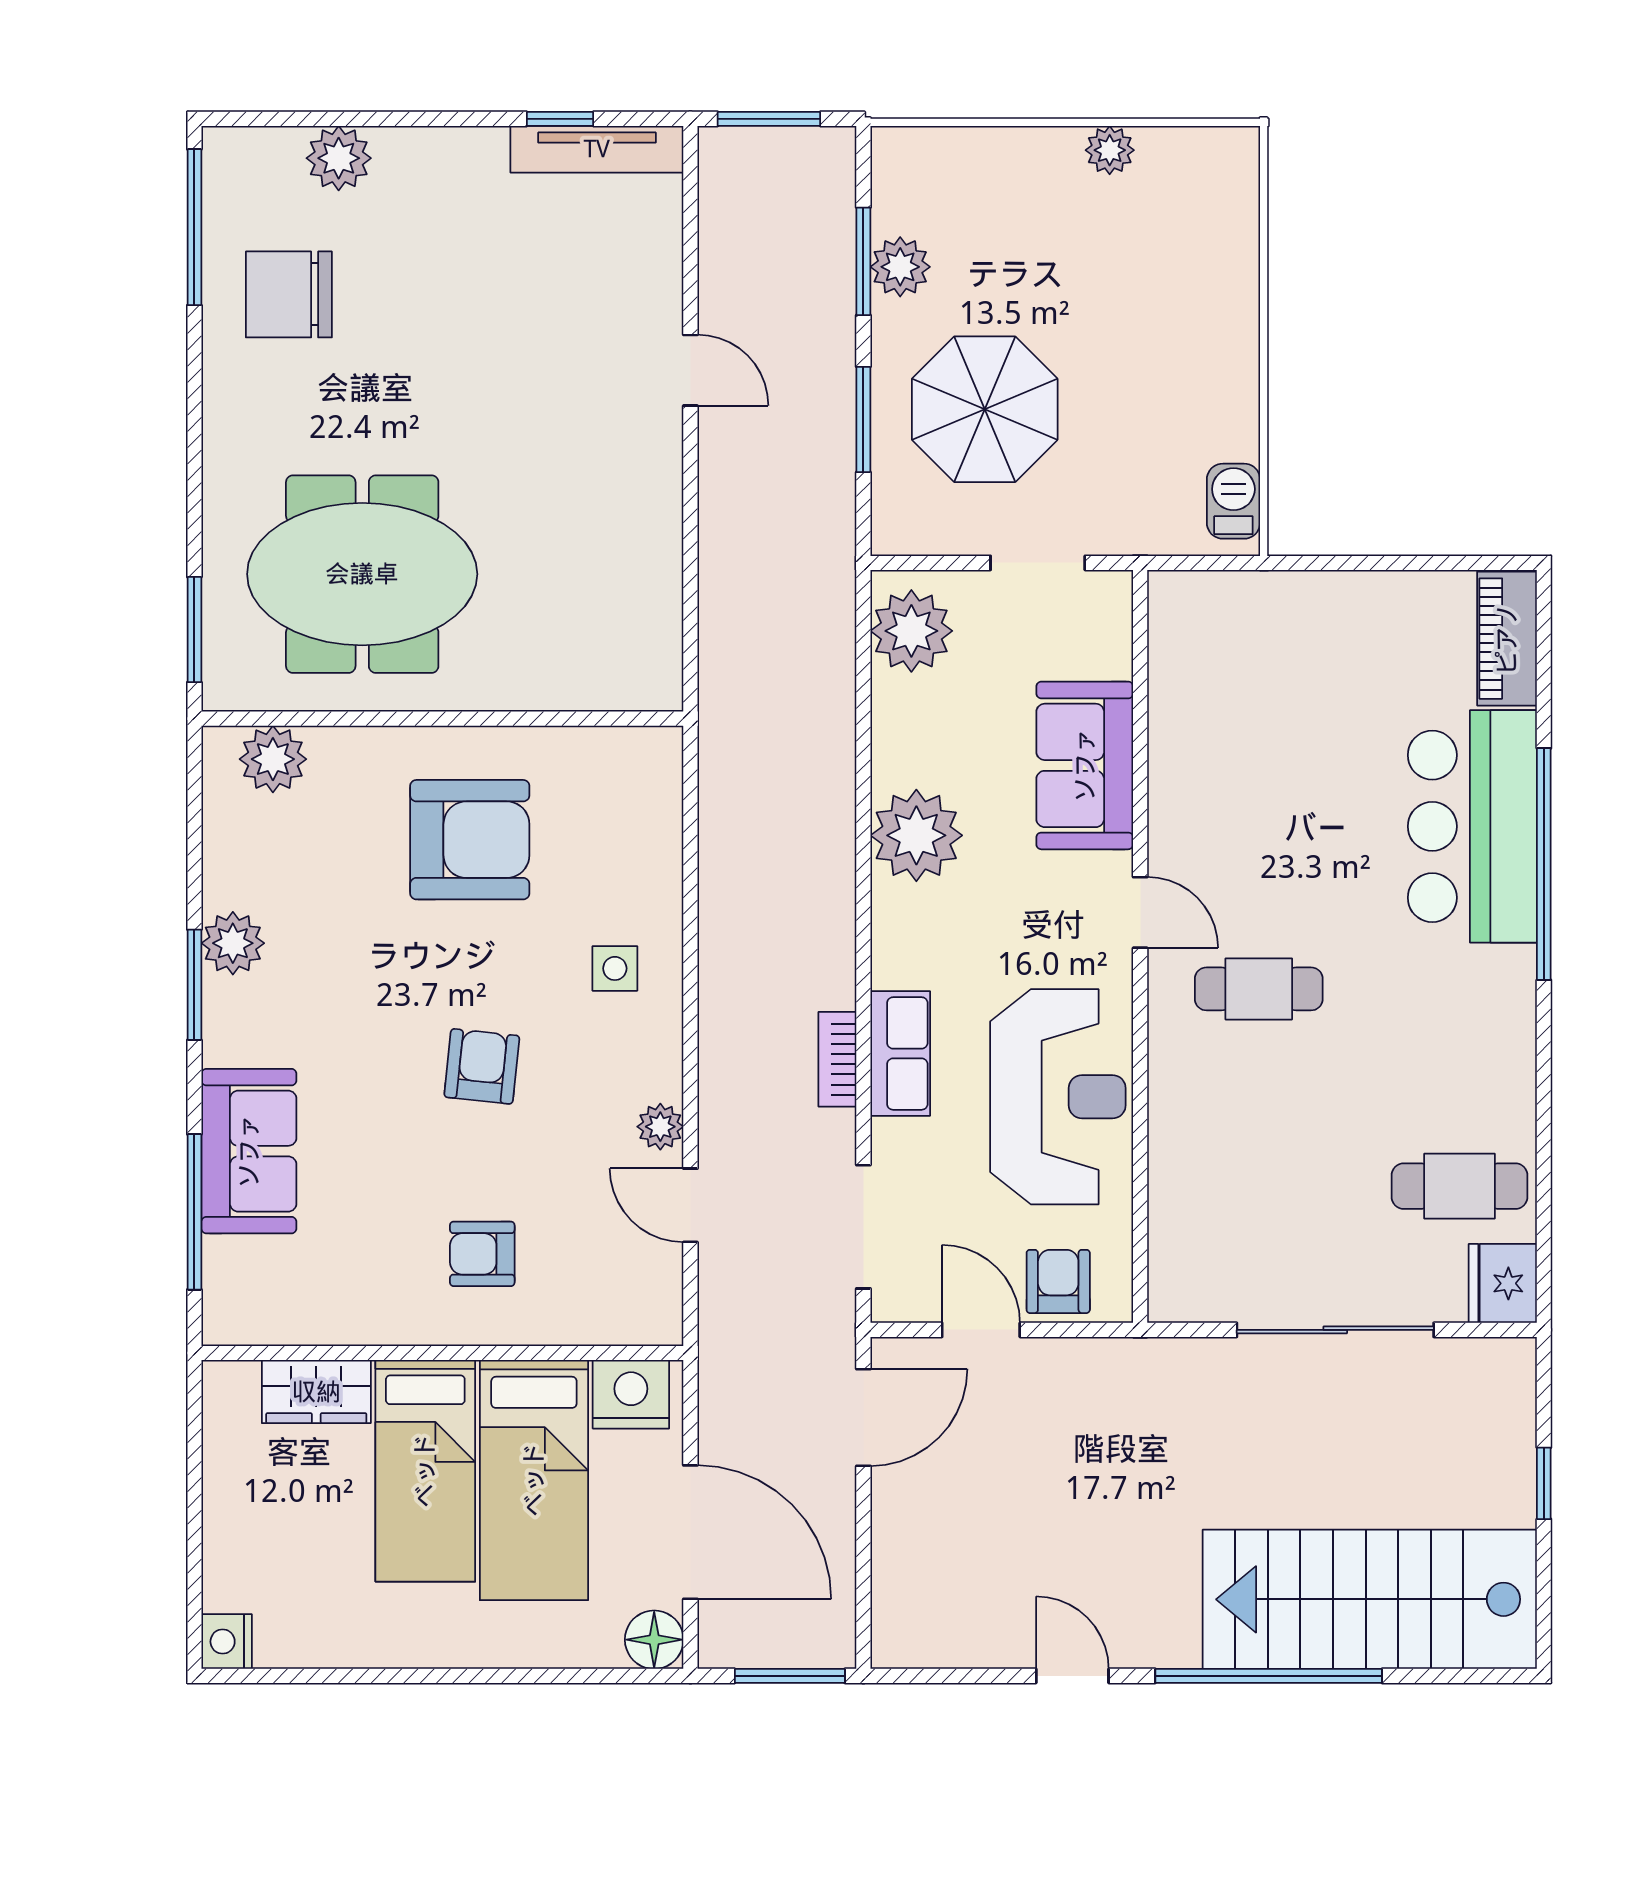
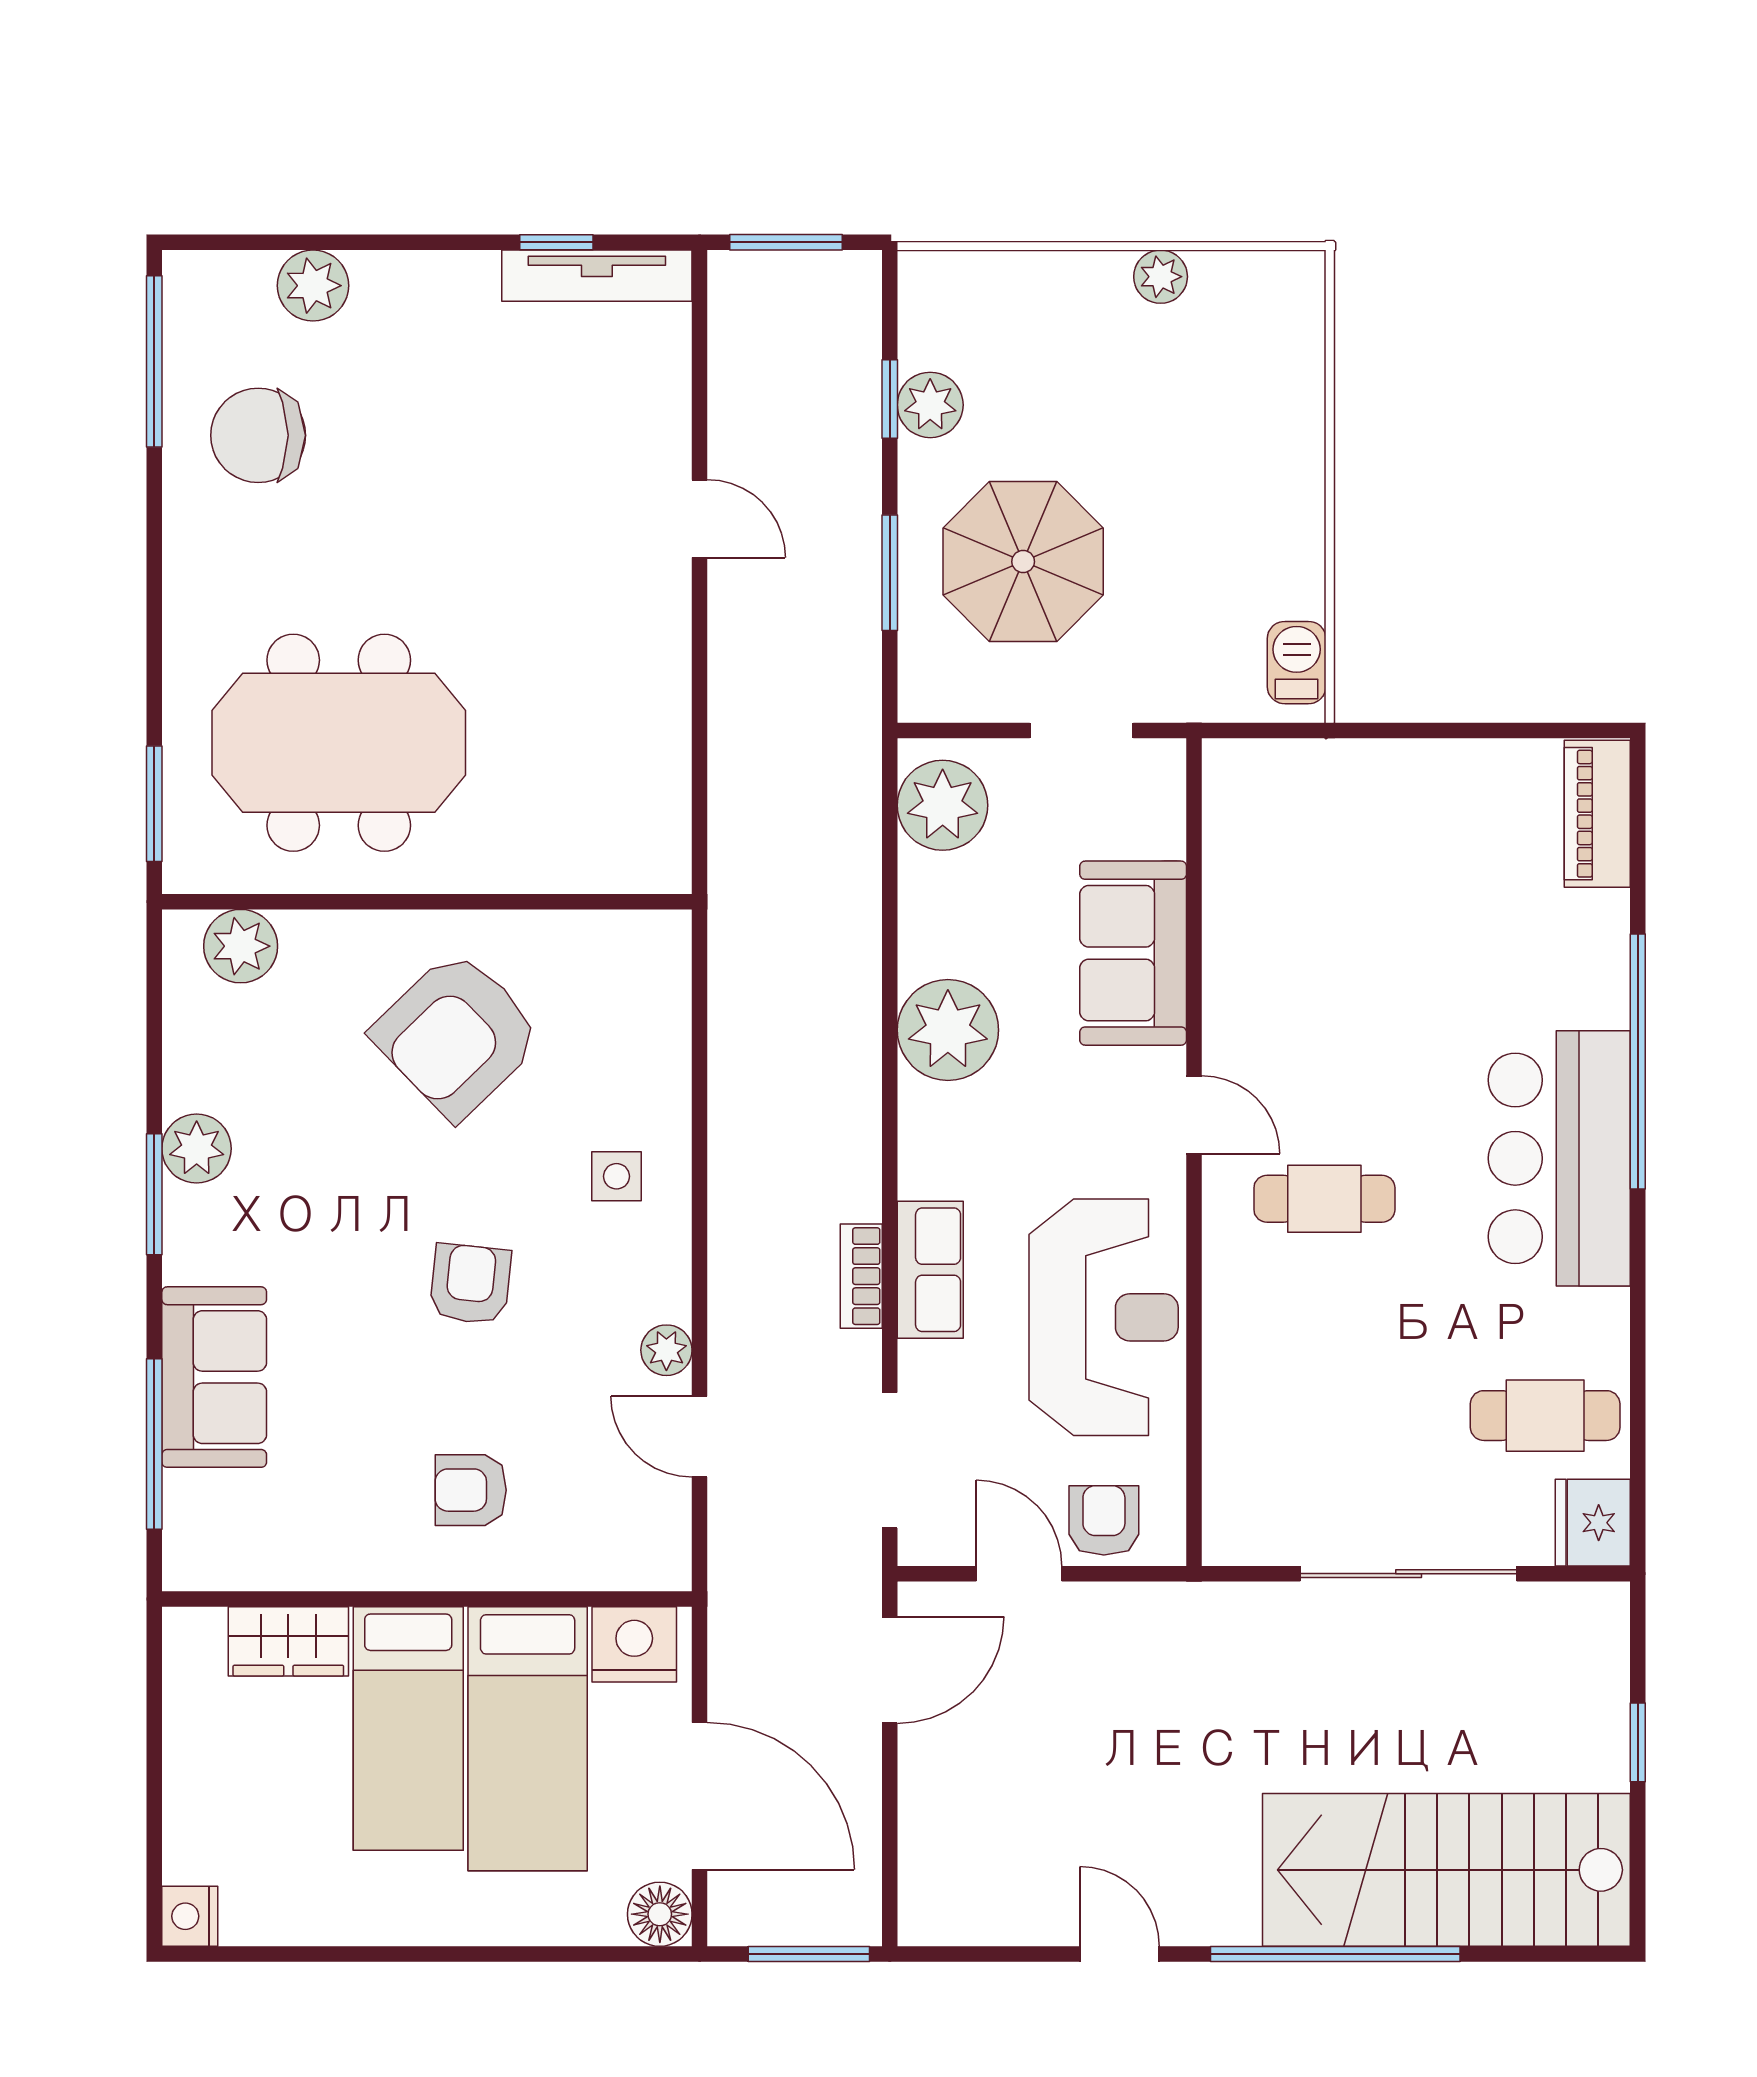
window: (863, 261) -> (890, 399), width x0.67
bar counter: (1472, 826) -> (1559, 1158), moved
armchair: (470, 840) -> (457, 1035), turned 136

